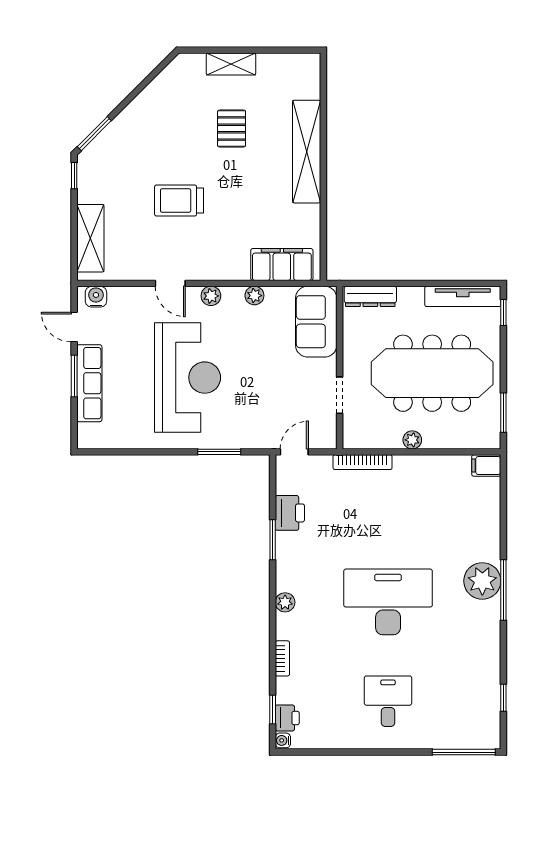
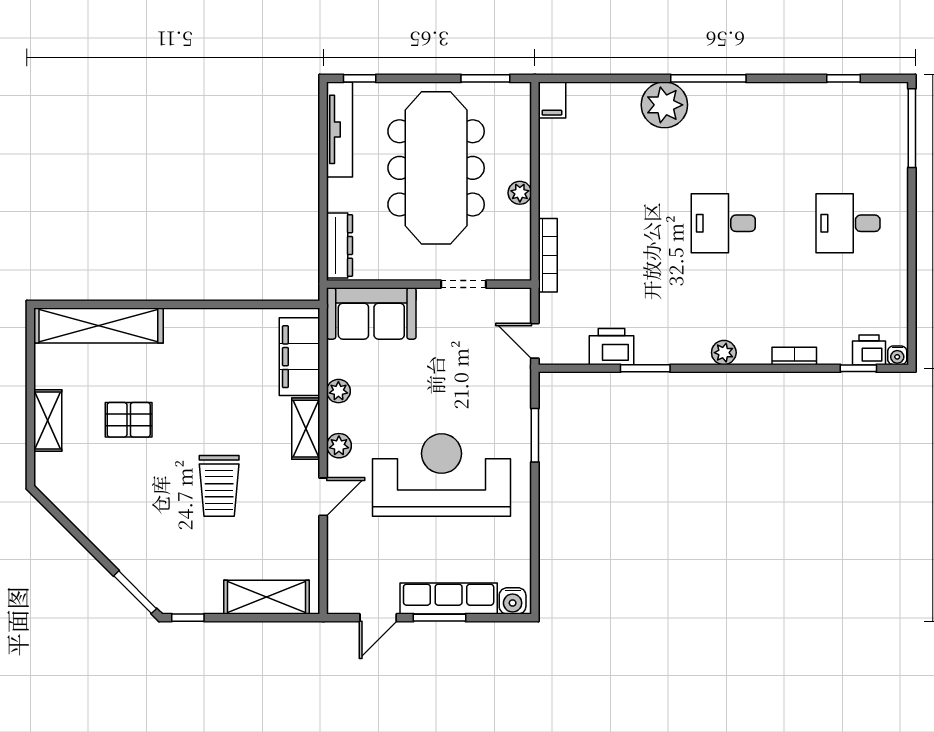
shelving: (307, 152) -> (98, 326), moved
shelving: (224, 270) -> (306, 429), added
water cooler: (96, 297) -> (513, 601), moved, turned -90
plant: (482, 581) -> (664, 105), moved
desk: (388, 602) -> (723, 223), width x0.53, depth x0.77

